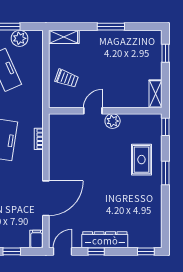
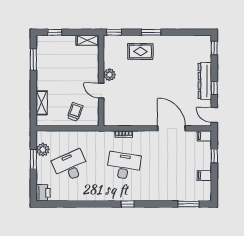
window: (111, 27) -> (33, 59), moved
shelving: (64, 37) -> (42, 103), moved

